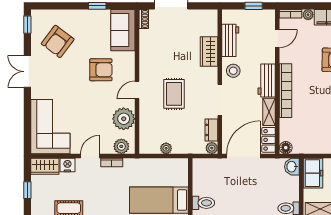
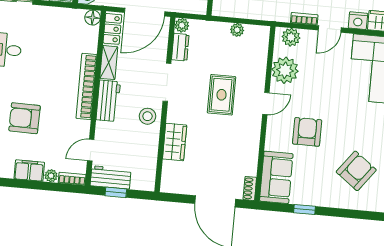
workbench: (230, 40) -> (111, 177), moved, turned 90
armchair: (101, 70) -> (307, 132), turned 90

